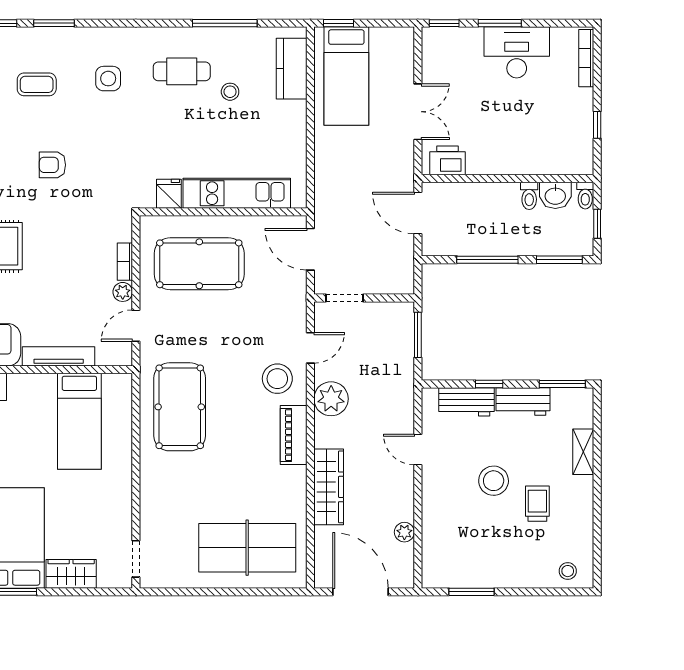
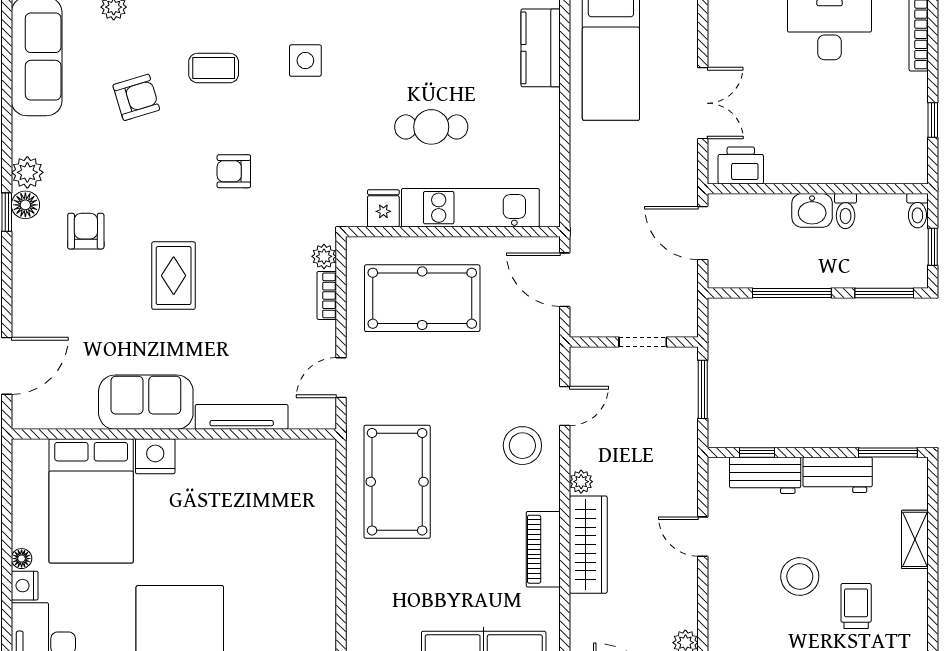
cafe table: (182, 71) -> (431, 127), moved
stool: (230, 92) -> (462, 77), removed
washbasin: (555, 195) -> (812, 210), moved
plant: (123, 292) -> (324, 256), moved
doorway: (345, 298) -> (643, 342), moved
window: (489, 384) -> (757, 452), moved
plant: (331, 399) -> (581, 482), width x0.53, depth x0.53
bed: (79, 421) -> (268, 500), removed
piano: (294, 435) -> (543, 549), moved
wardrobe: (329, 487) -> (588, 545), moved

